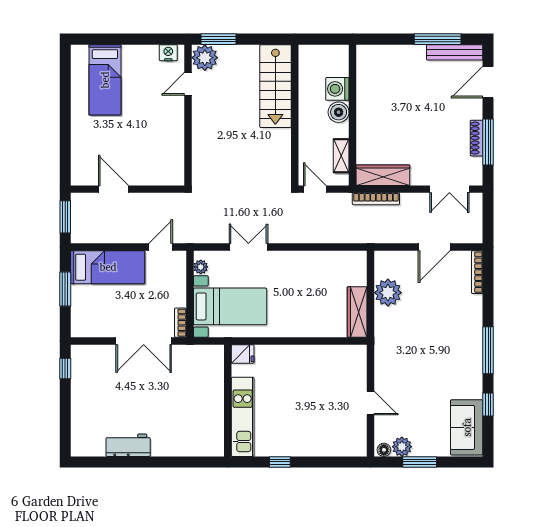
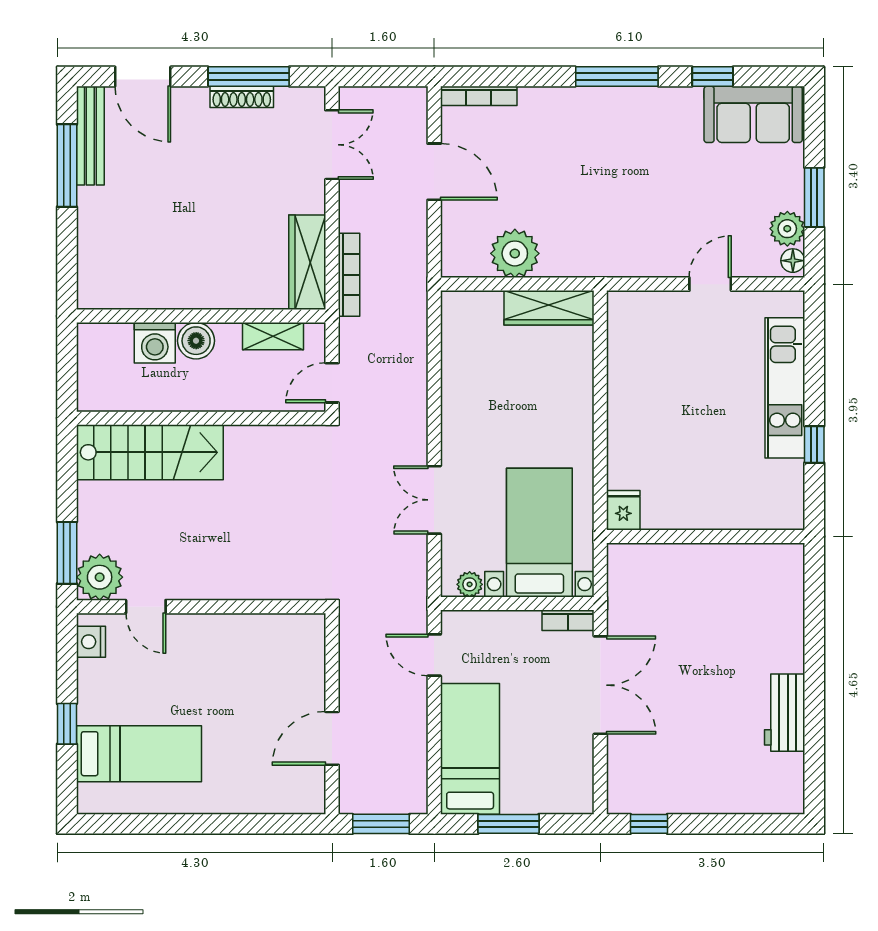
window: (122, 39) -> (67, 724), added
kitchen unit: (243, 417) -> (785, 388), moved, turned -90

